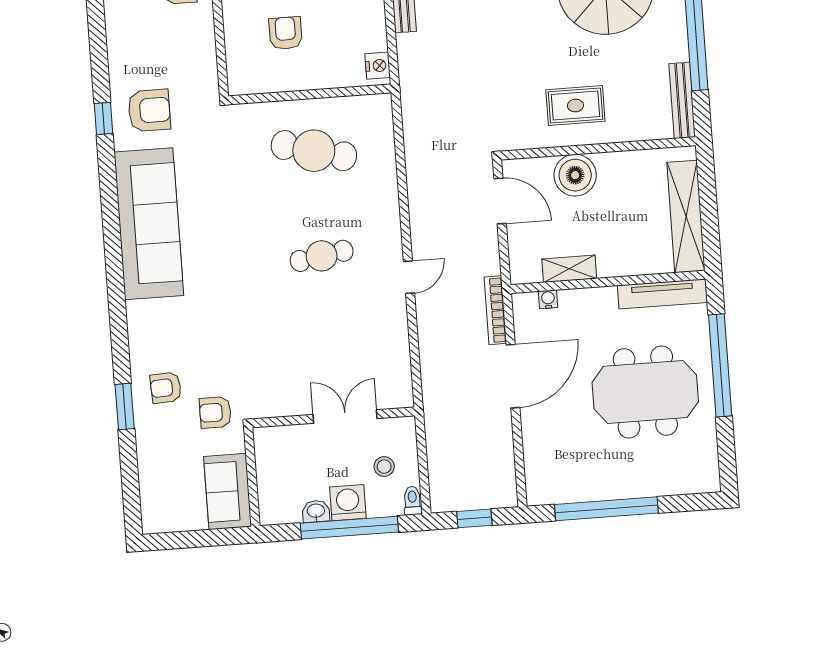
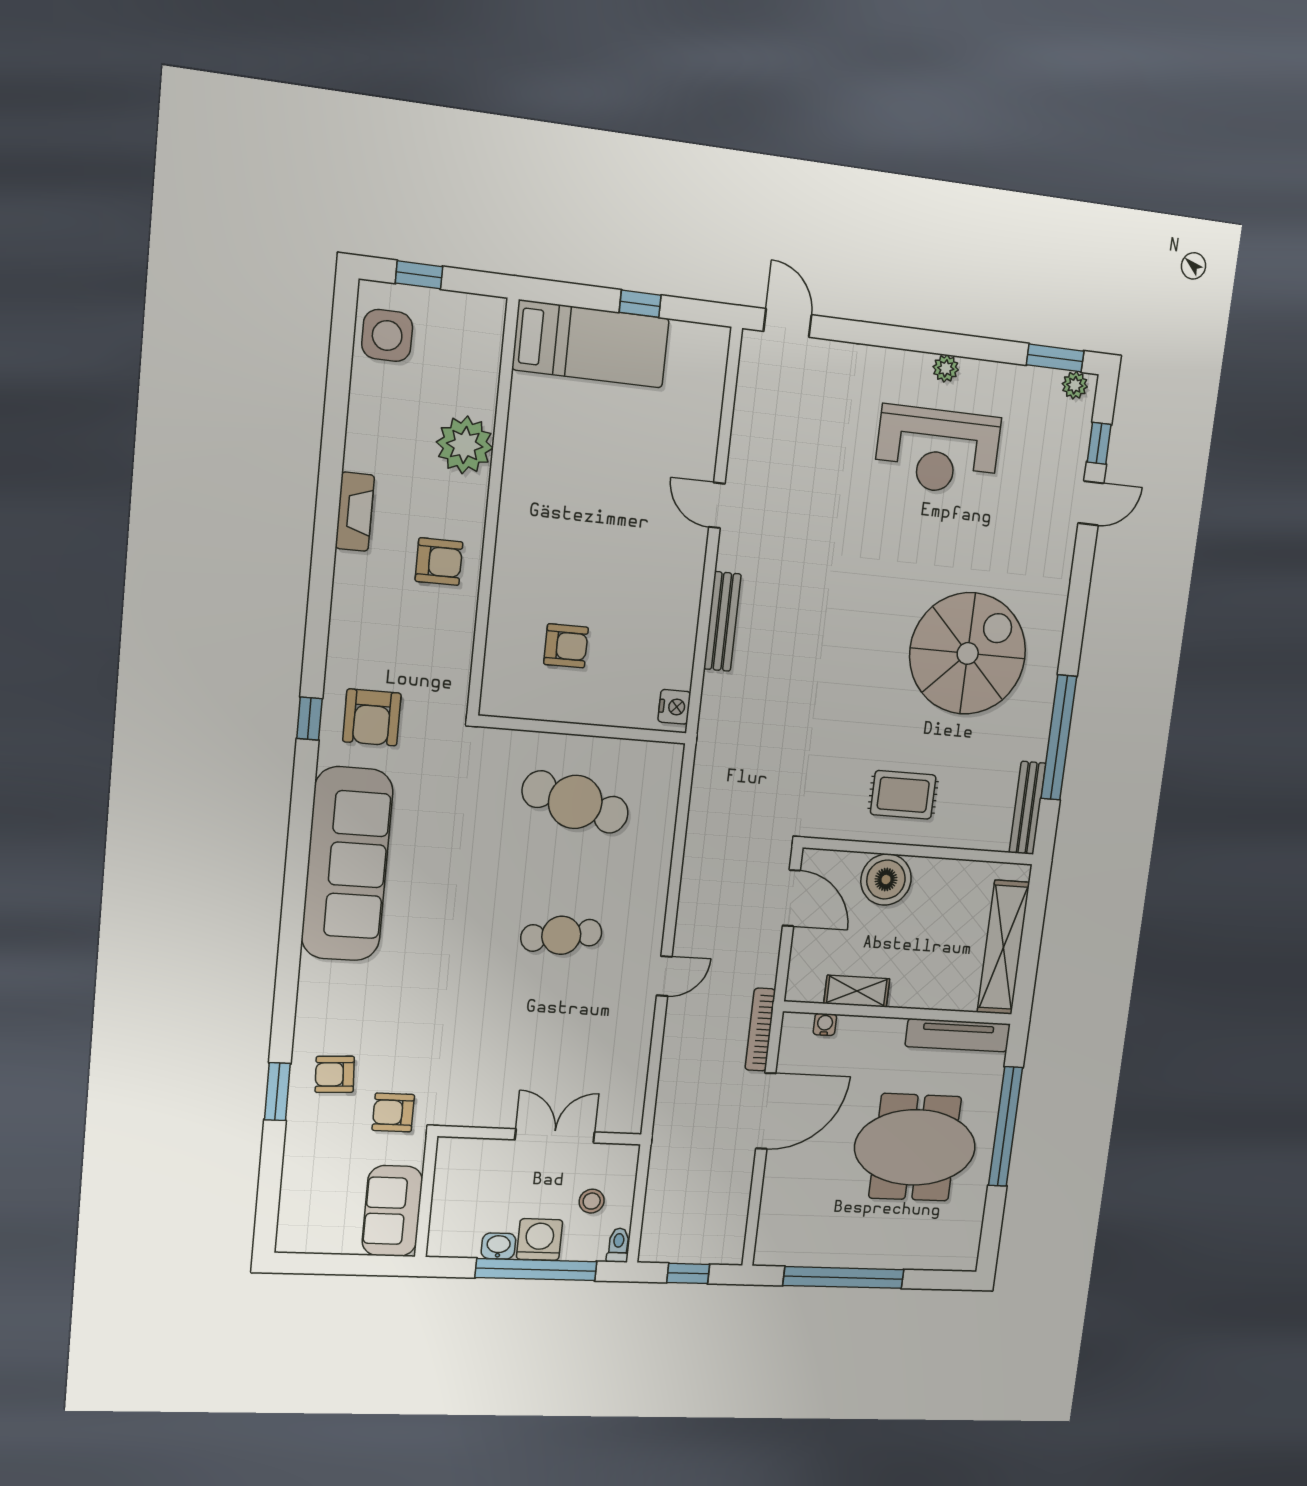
armchair: (286, 33) -> (566, 646), turned 90
armchair: (149, 110) -> (372, 717), turned 90

